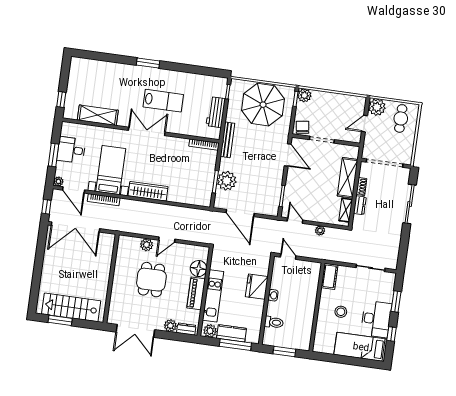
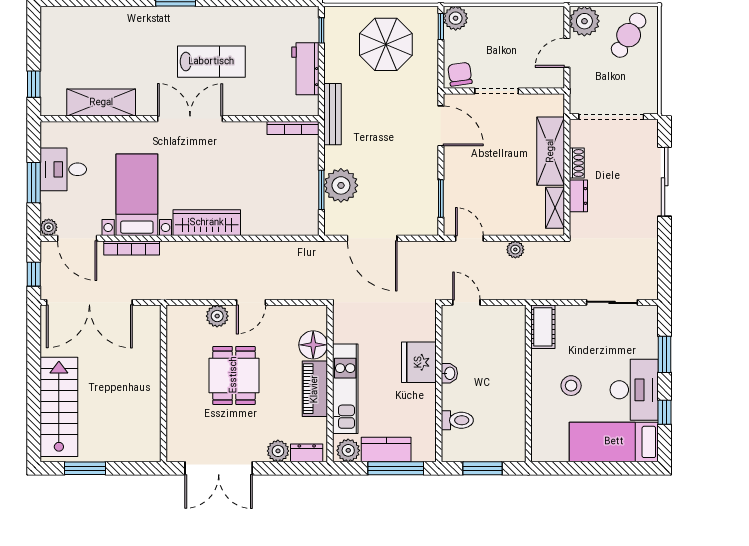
parasol: (263, 105) -> (386, 44), width x0.73, depth x0.73
cafe table: (401, 118) -> (629, 35), turned 32
stairs: (71, 307) -> (59, 407), moved, turned 90

